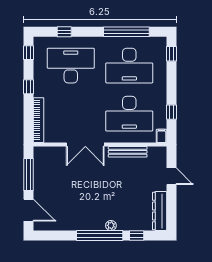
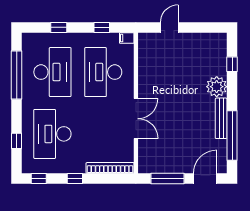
window: (171, 54) -> (59, 27), moved
desk: (129, 114) -> (103, 72), turned 180
bench: (128, 152) -> (221, 118), moved
dresser: (160, 211) -> (206, 40), removed
plant: (111, 225) -> (217, 87), width x1.87, depth x1.87
window: (100, 236) -> (232, 135), moved

